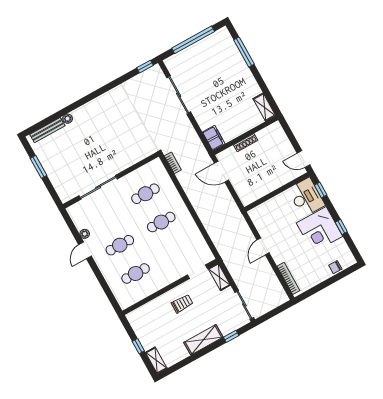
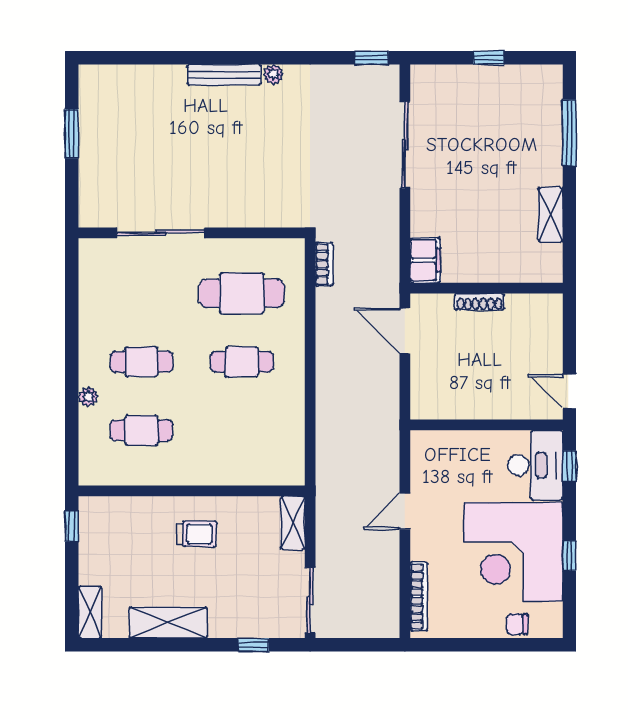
window: (193, 40) -> (488, 58), width x0.32
shelving: (264, 107) -> (550, 215), moved
plant: (68, 119) -> (273, 74), moved
bench: (47, 130) -> (224, 75), moved
cafe table: (145, 194) -> (242, 293), width x1.37, depth x1.35
corner desk: (320, 230) -> (513, 552), width x1.36, depth x1.36
plant: (85, 234) -> (88, 397), moved
door: (85, 250) -> (72, 336), removed
doorway: (197, 272) -> (257, 491), removed
shelving: (203, 340) -> (168, 623), moved
window: (138, 346) -> (72, 526), moved

